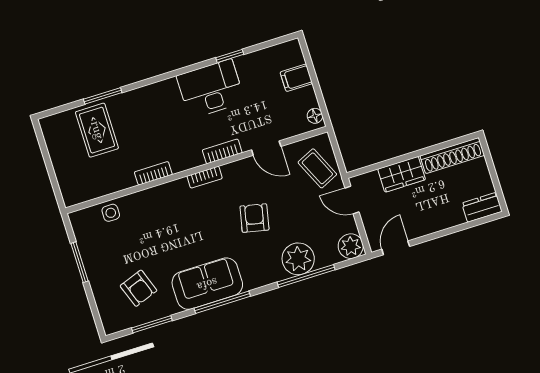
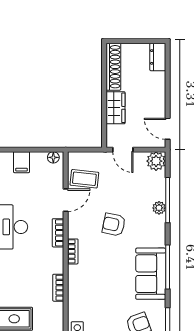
coffee table: (317, 168) -> (84, 179), moved, turned 31
door: (352, 200) -> (123, 150), hinge flipped
plant: (298, 259) -> (159, 208), width x0.53, depth x0.53

